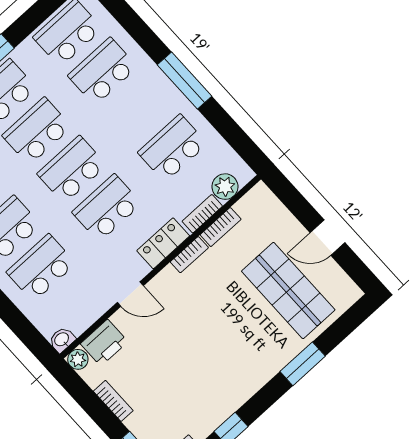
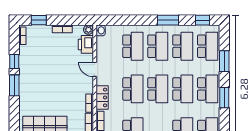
door: (130, 294) -> (95, 69), hinge flipped
window: (303, 364) -> (14, 85), moved

